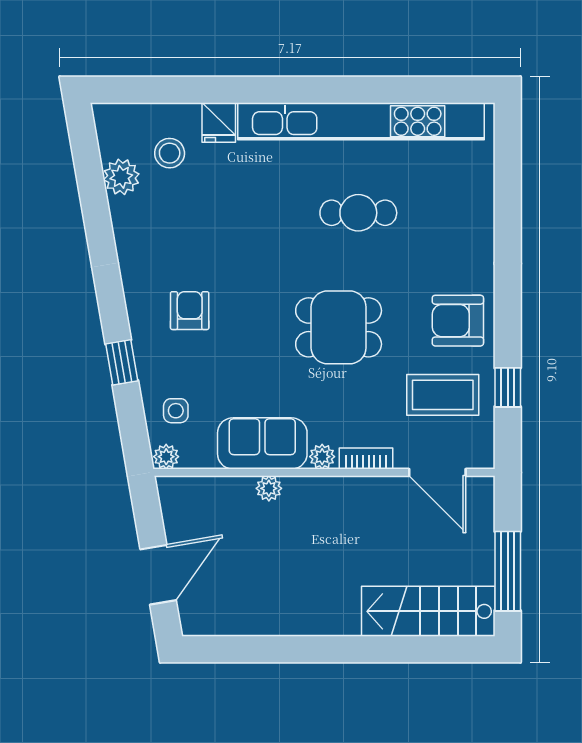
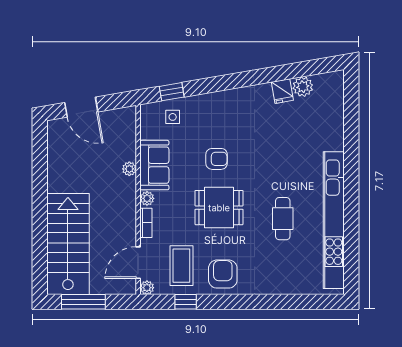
fridge: (219, 122) -> (282, 91), moved, turned -100
stool: (170, 153) -> (316, 113), removed
armchair: (190, 311) -> (217, 159), moved
dining table: (339, 327) -> (219, 208), turned 90
window: (122, 362) -> (172, 92), moved
plant: (166, 457) -> (147, 288), moved
stairs: (428, 611) -> (68, 244), width x1.36, depth x1.51

